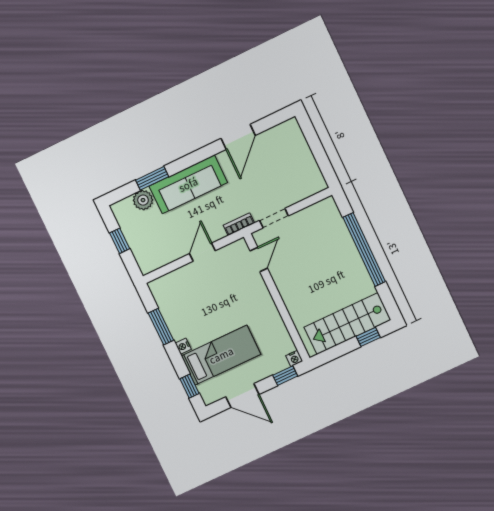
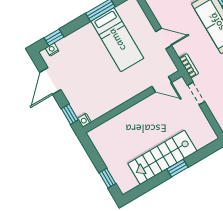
window: (364, 250) -> (177, 168), width x0.32
stairs: (347, 324) -> (162, 157), moved, turned -90
nightstand: (183, 346) -> (52, 49), moved
bed: (221, 355) -> (117, 40), moved

